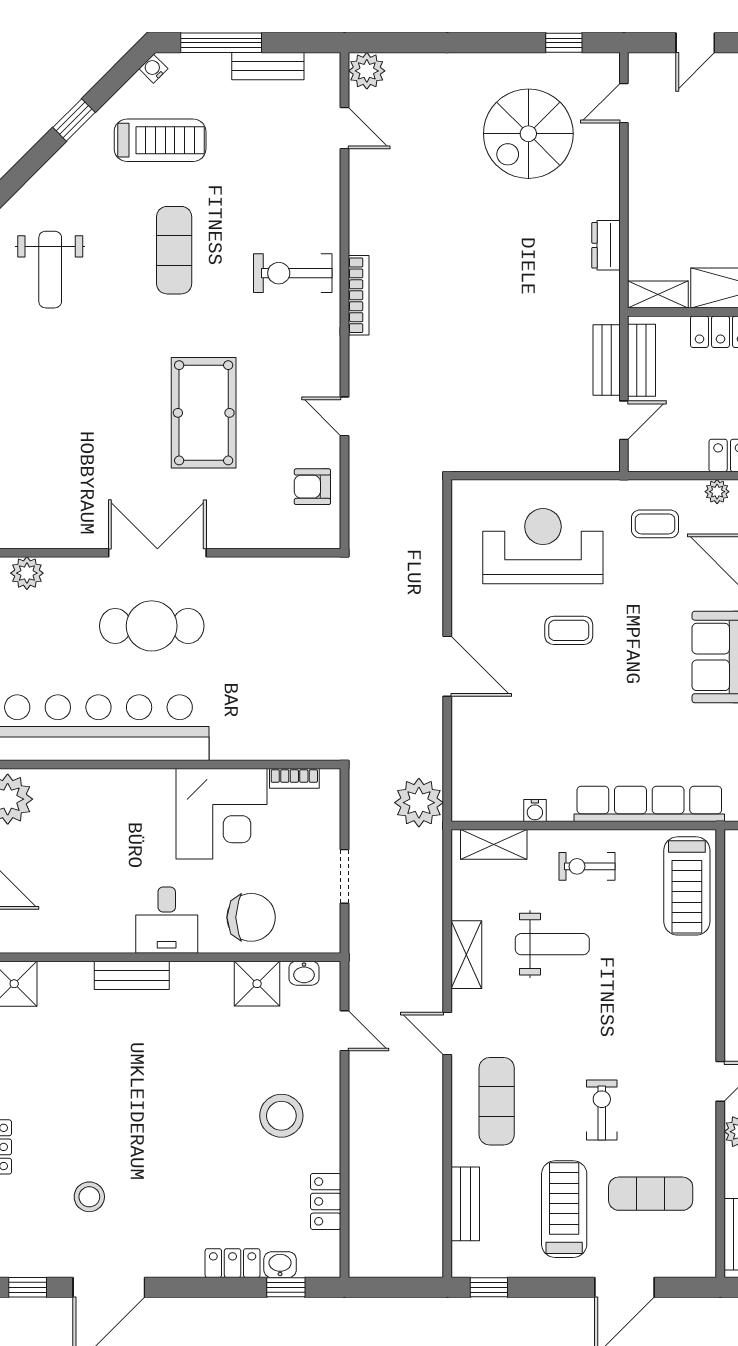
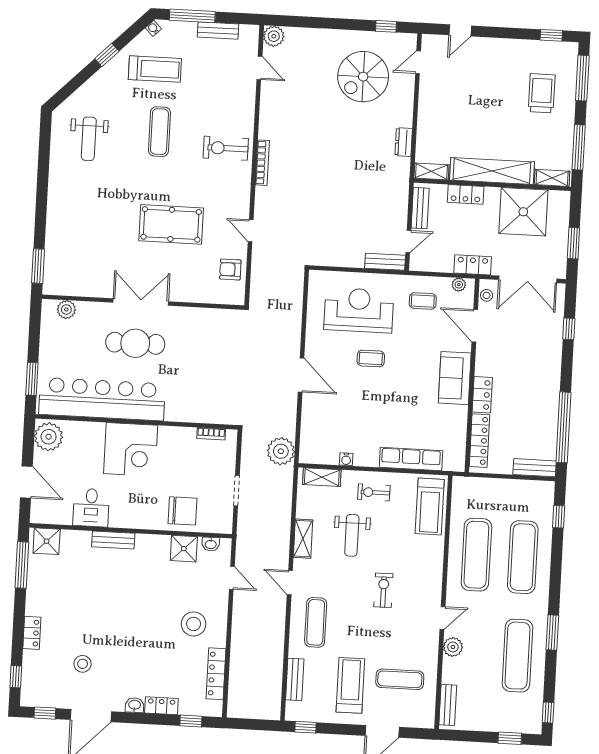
bench: (607, 360) -> (385, 262), moved, turned 90
pool table: (204, 413) -> (171, 224), turned 90
row of seats: (649, 804) -> (411, 459), width x0.73
corner desk: (222, 814) -> (131, 449), moved
desk: (167, 920) -> (91, 508), moved
weight bench: (552, 944) -> (352, 535), turned 90
exercise bike: (602, 1110) -> (383, 590), moved
locker: (326, 1201) -> (216, 674), width x1.53
washbasin: (280, 1265) -> (135, 705), moved

